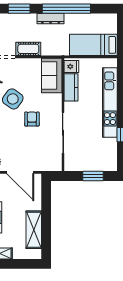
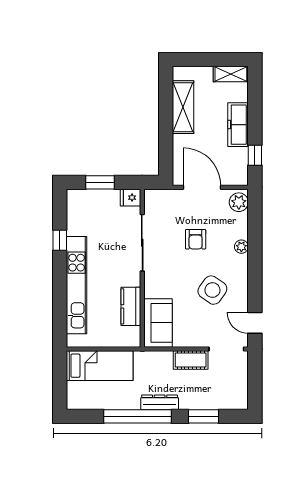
fridge: (71, 67) -> (130, 198), moved
armchair: (32, 119) -> (196, 239), moved

